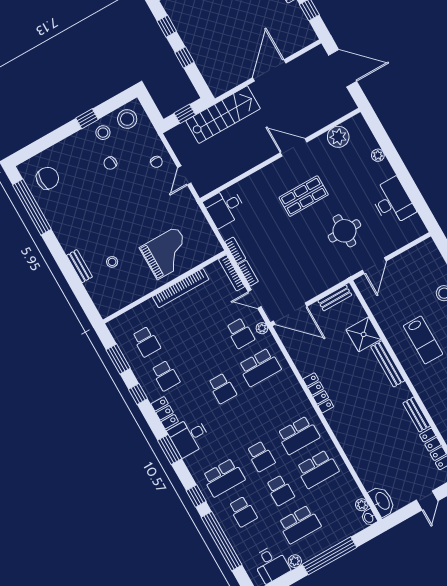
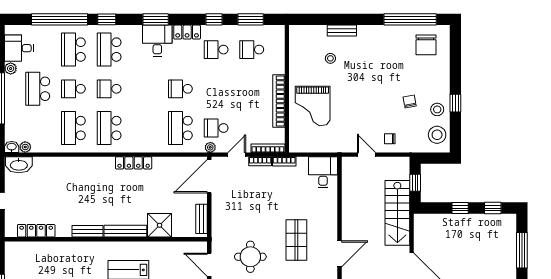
bench: (417, 414) -> (88, 231), moved
school desk: (243, 512) -> (73, 50), width x1.85

